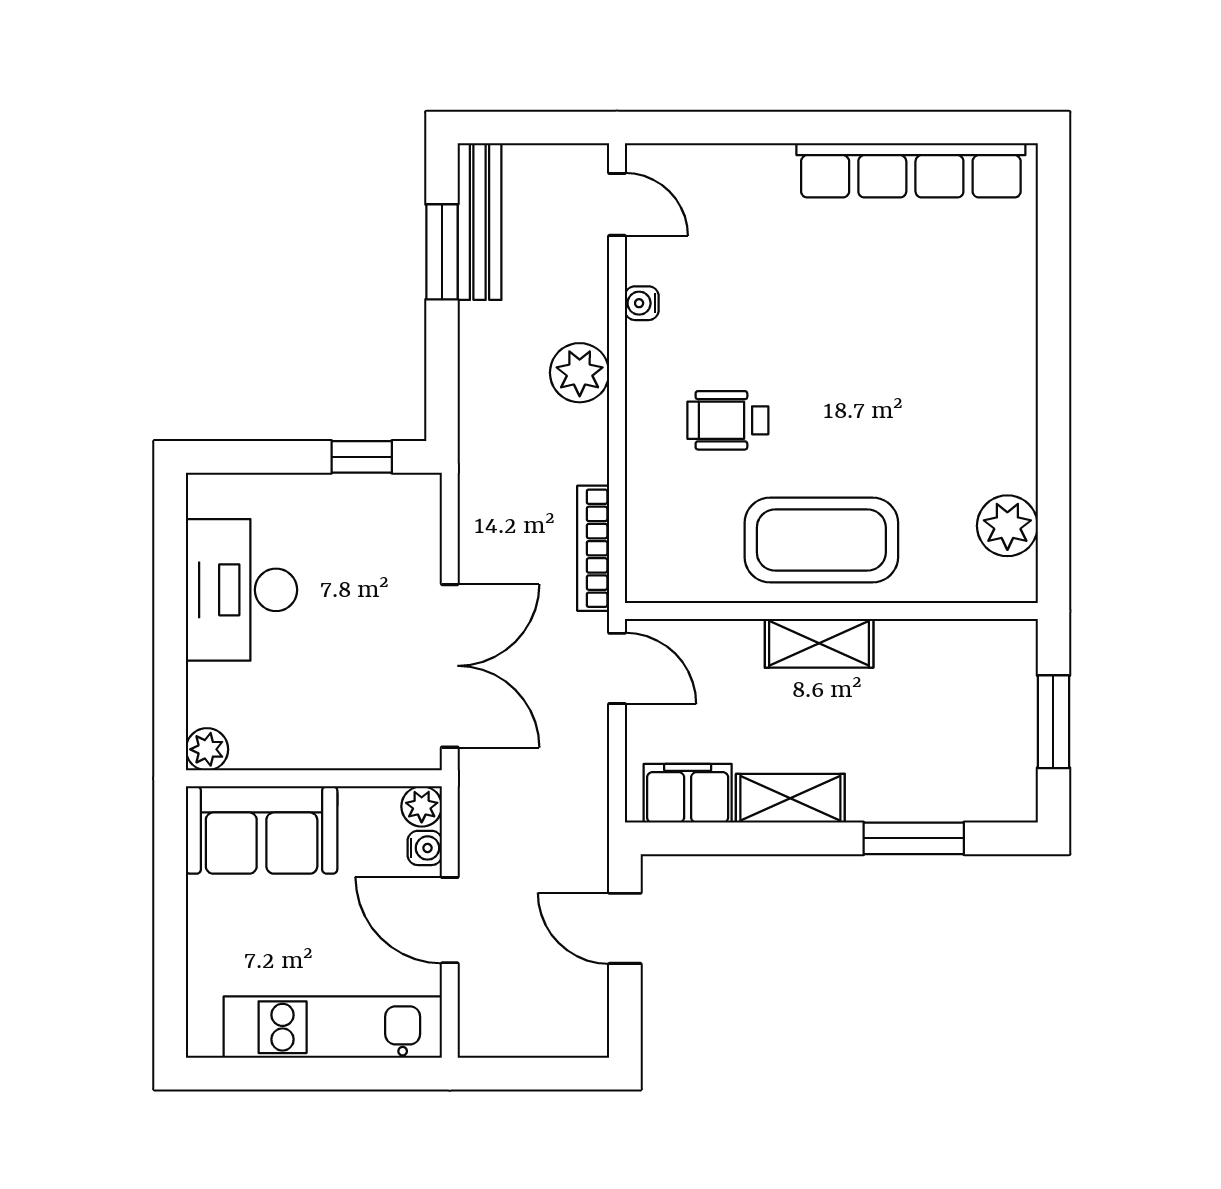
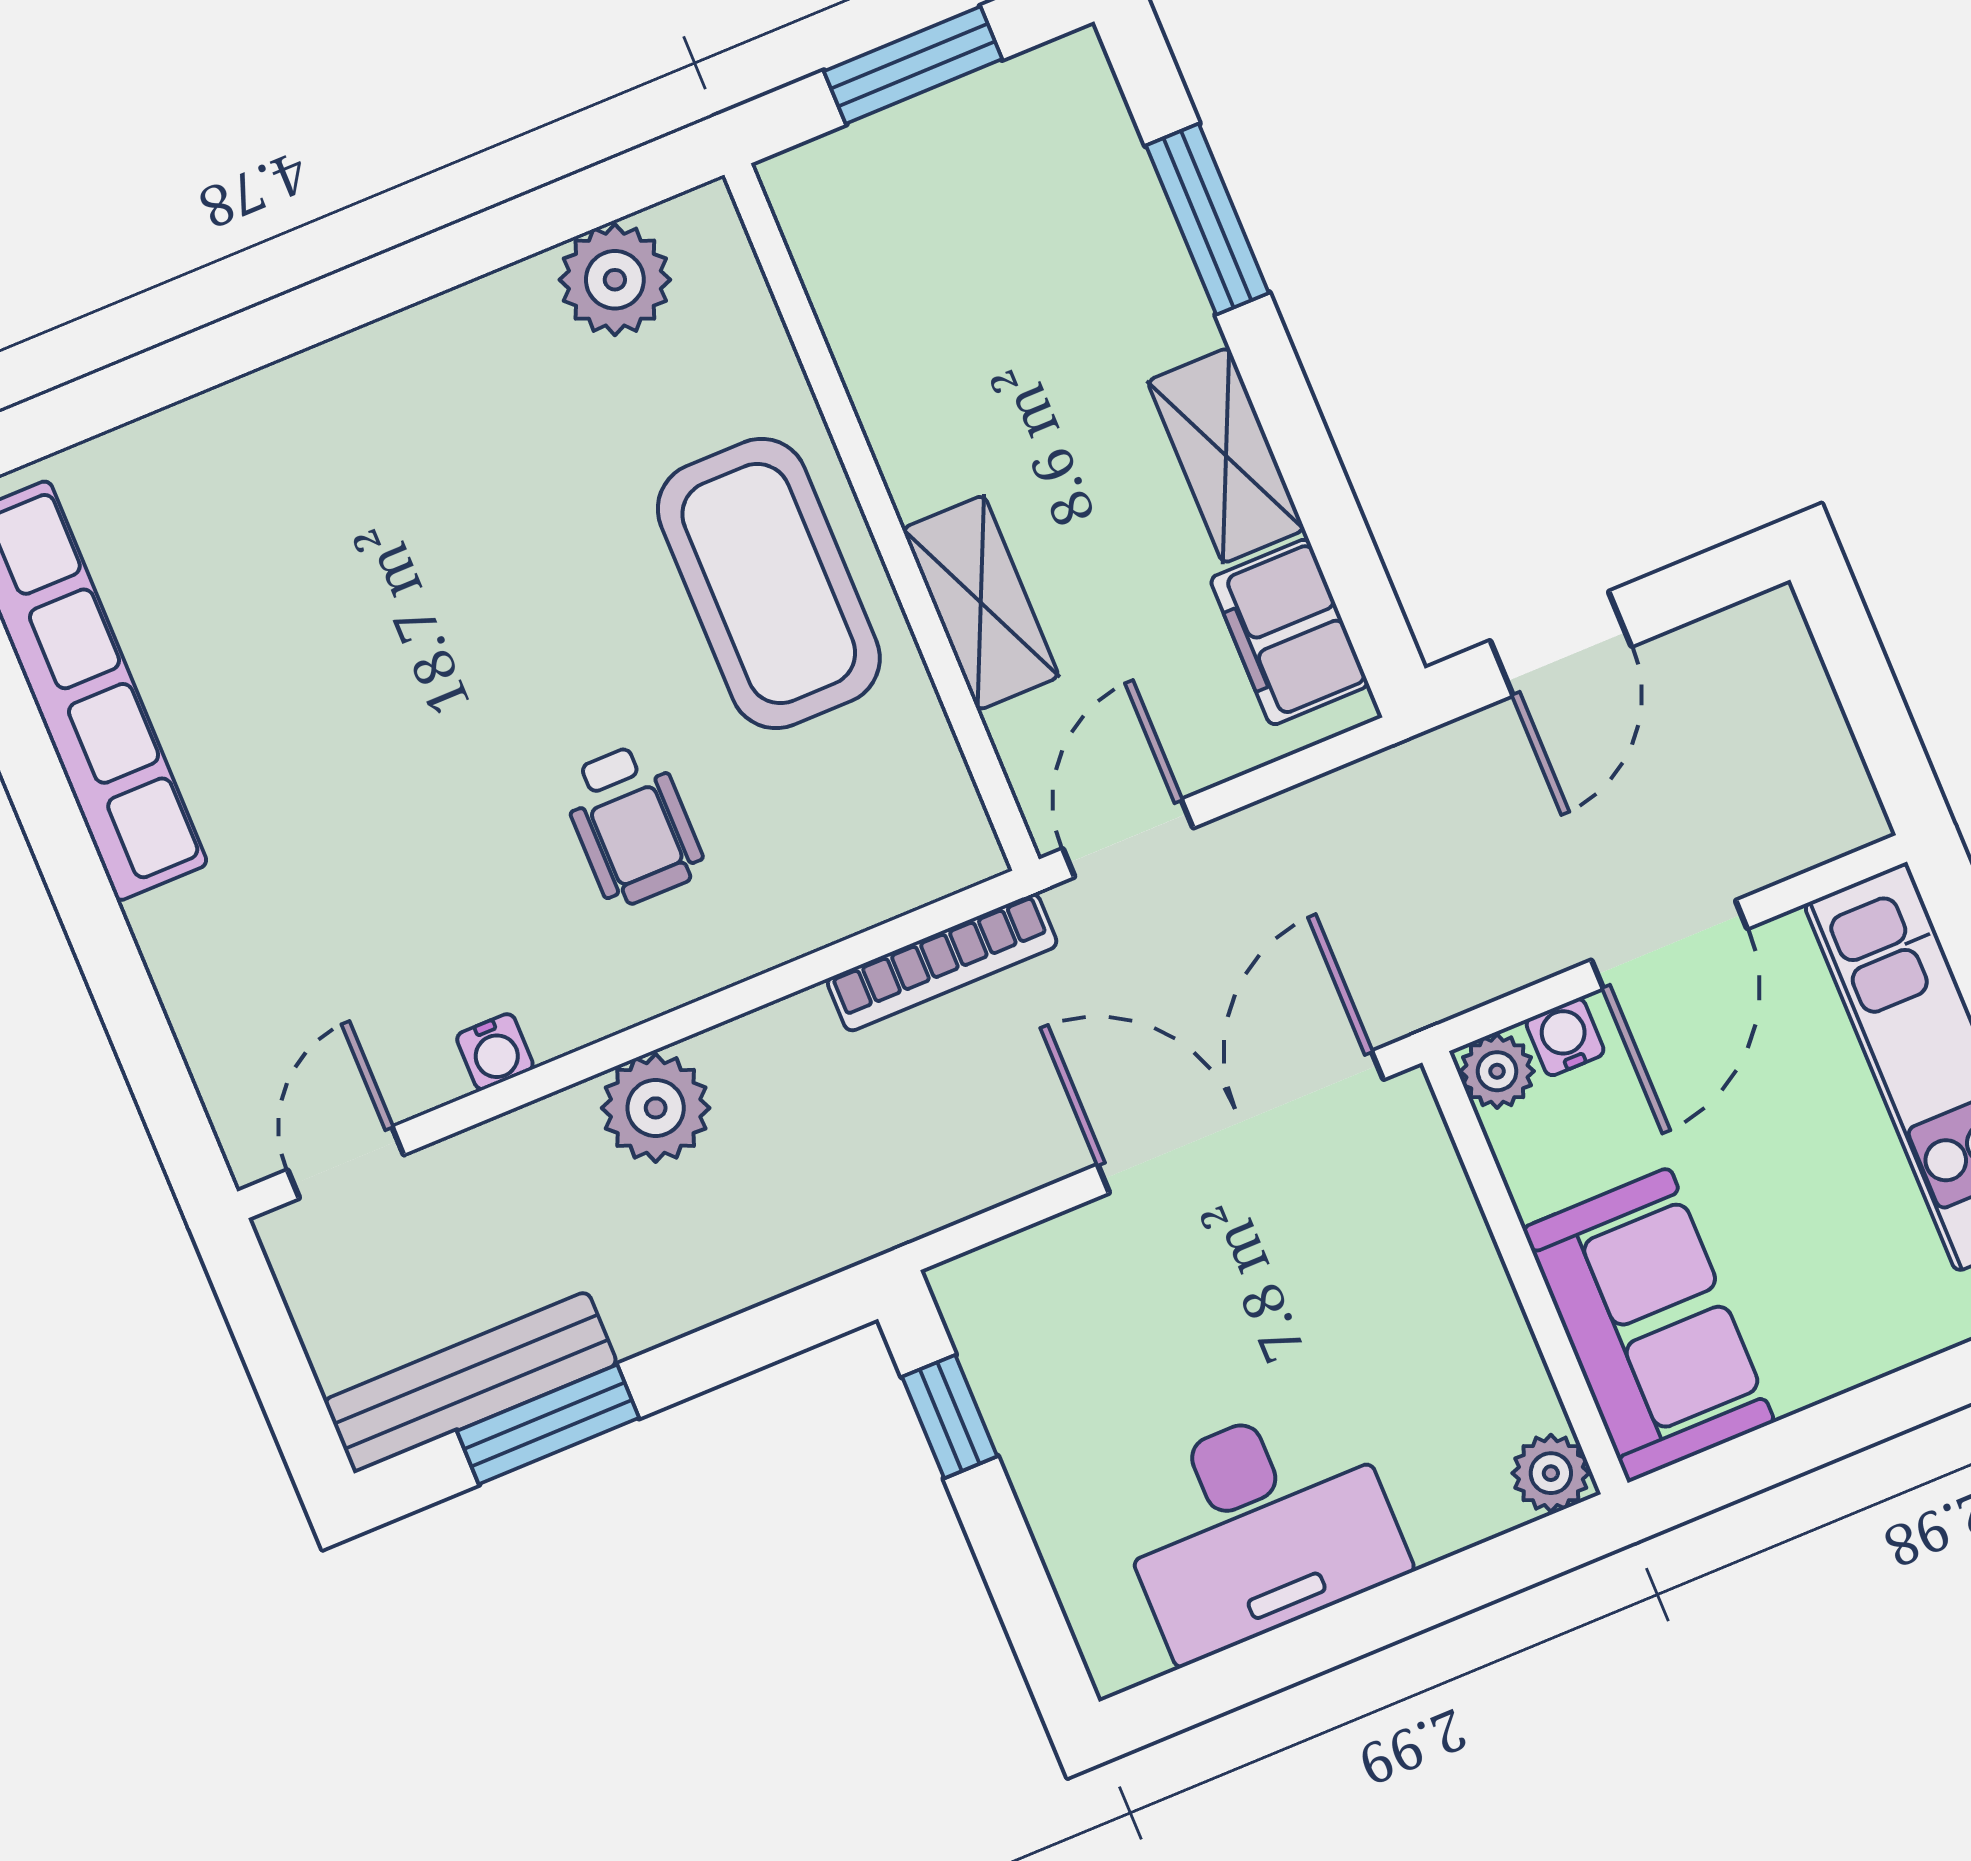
shelving: (819, 643) -> (981, 603), moved

